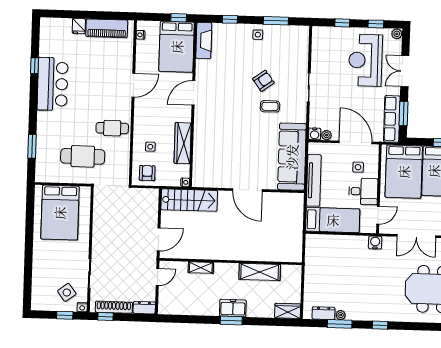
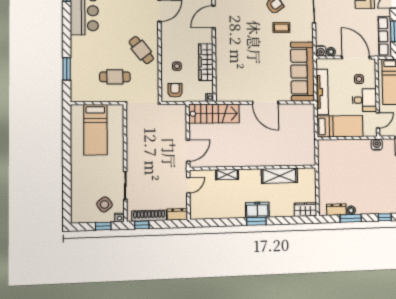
cafe table: (112, 128) -> (141, 50), turned 52
cafe table: (83, 156) -> (115, 77), width x0.73, depth x0.74
bed: (60, 213) -> (95, 130), width x0.67

